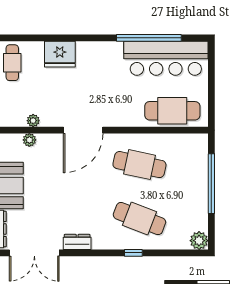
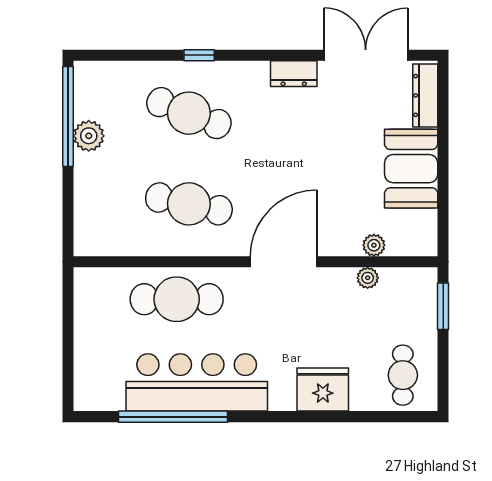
bar counter: (166, 58) -> (197, 382), moved
cafe table: (172, 111) -> (177, 299), moved
window: (211, 184) -> (68, 117), moved
plant: (199, 241) -> (89, 136), moved

